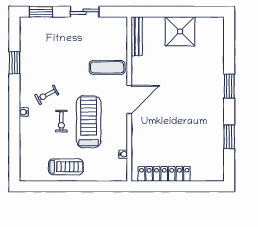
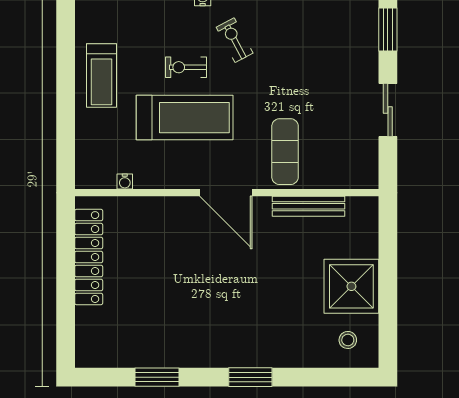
stool: (209, 33) -> (348, 340), added
bench: (137, 36) -> (309, 206), moved

